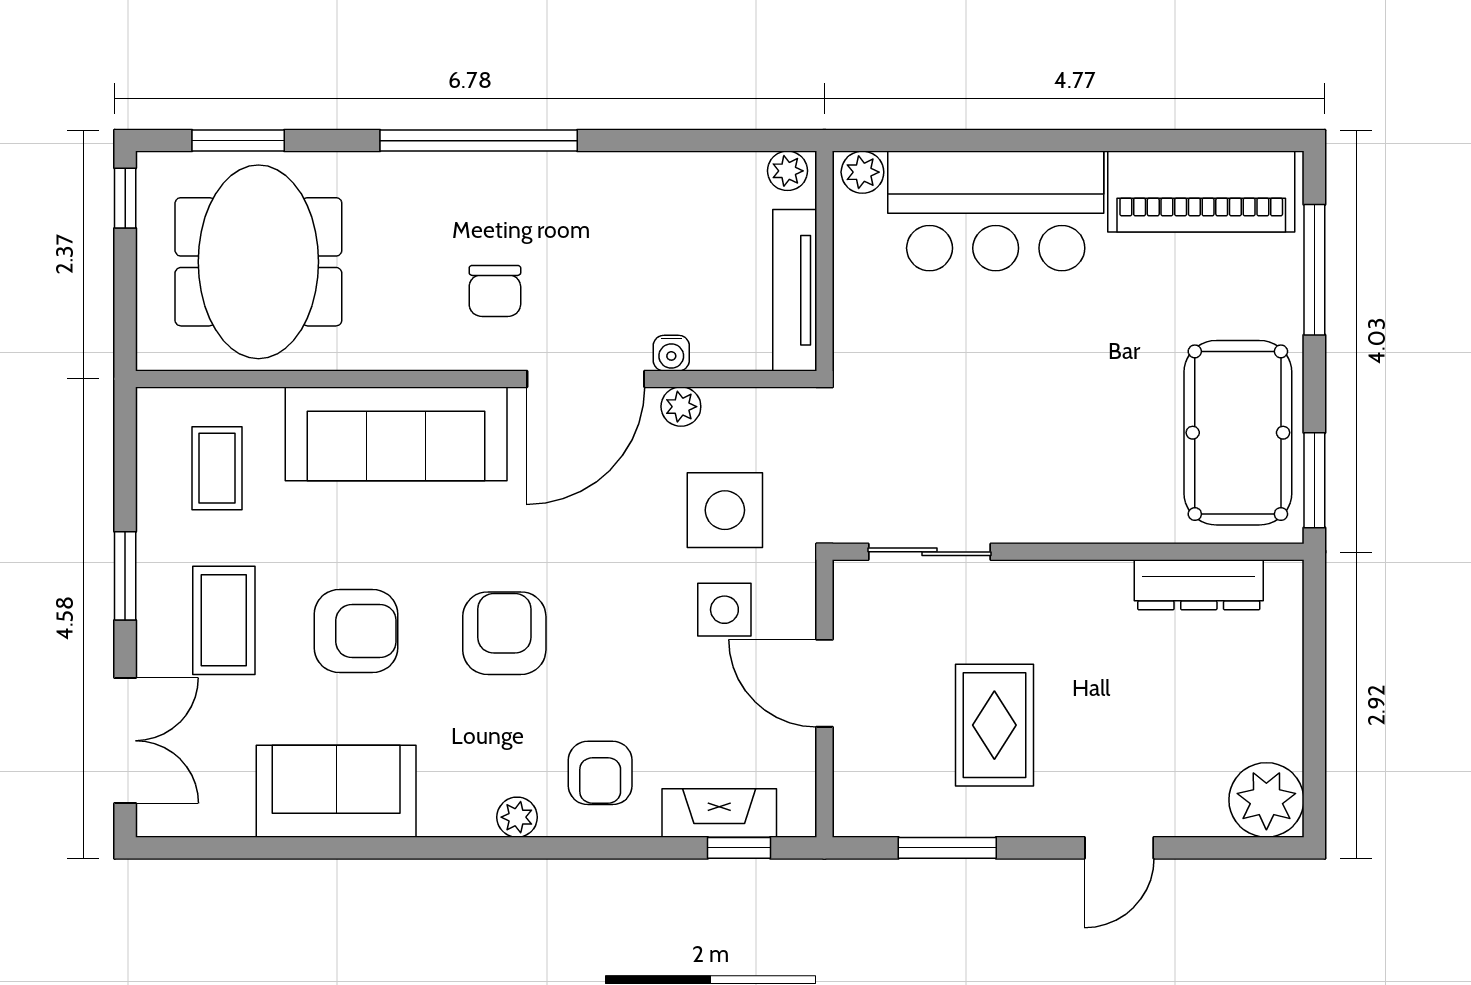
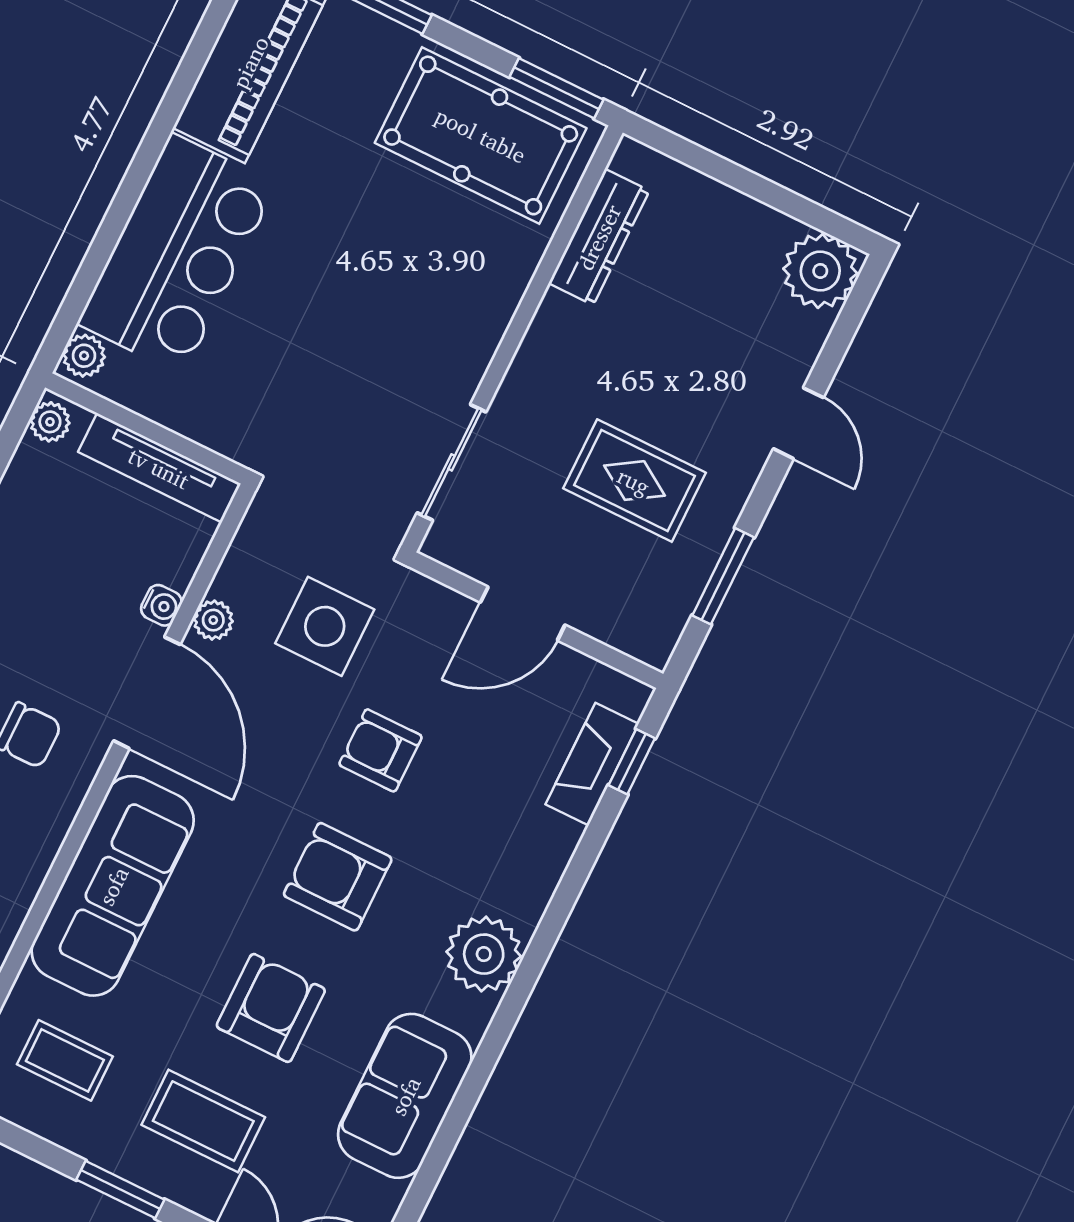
side table: (724, 610) -> (413, 670), removed
armchair: (600, 773) -> (381, 750), moved, turned 180
plant: (517, 817) -> (484, 954), width x1.88, depth x1.88

